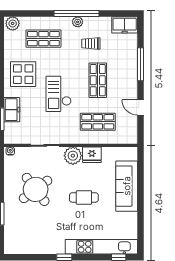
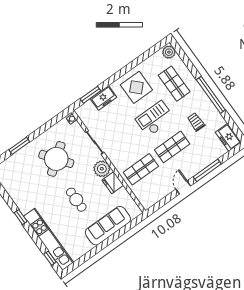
plant: (78, 22) -> (205, 100), removed
checkout: (59, 94) -> (155, 119), moved
door: (140, 107) -> (183, 188), moved
shop shelf: (98, 122) -> (141, 169), turned 90

